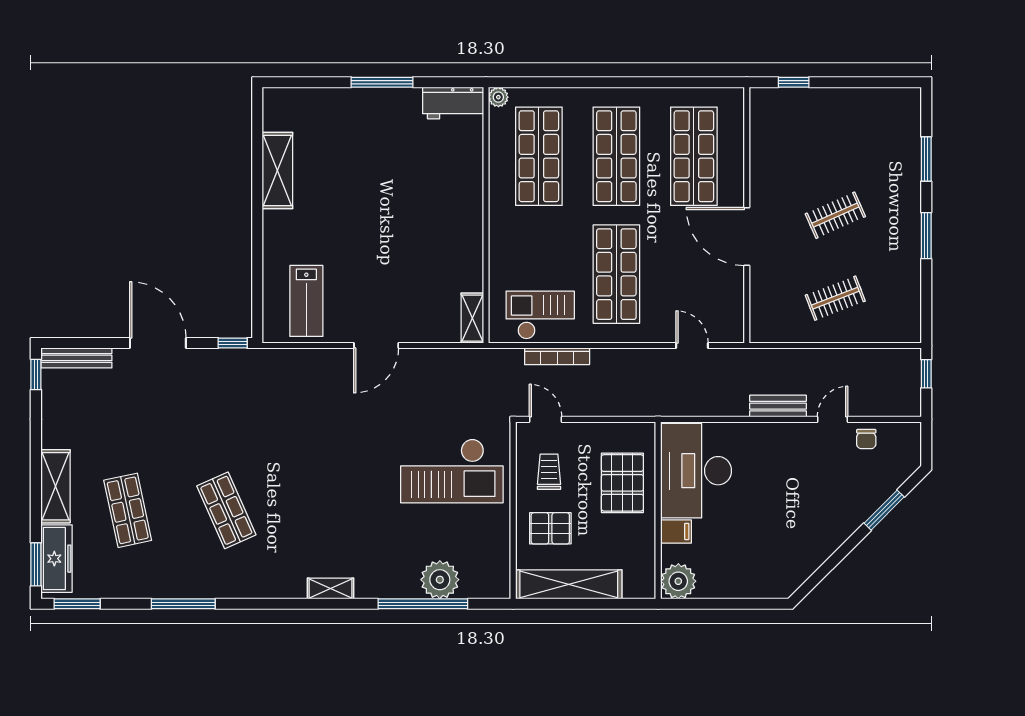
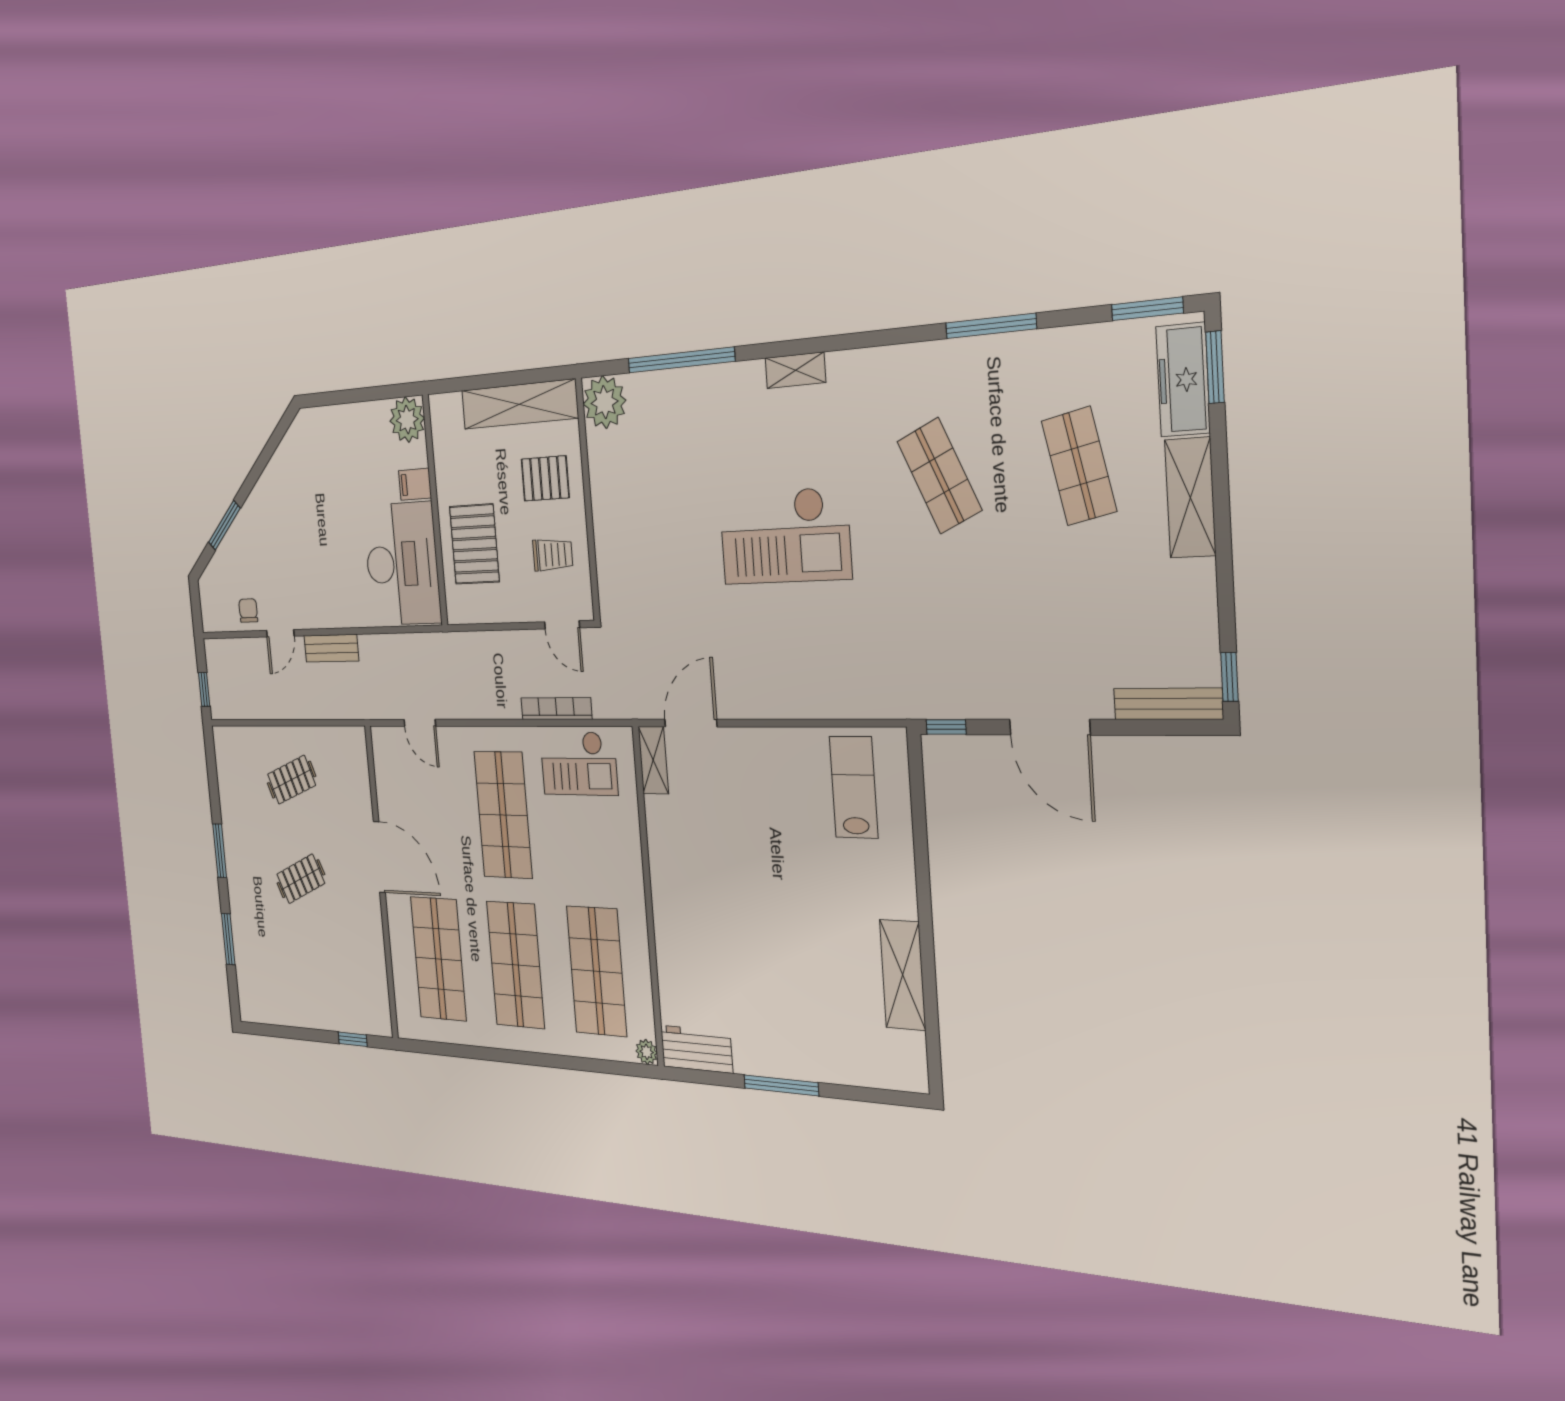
door: (376, 346) -> (691, 723), moved
checkout: (452, 471) -> (785, 536), moved, turned 180
trolley: (549, 472) -> (553, 555), turned -90
plant: (440, 580) -> (605, 402), moved

